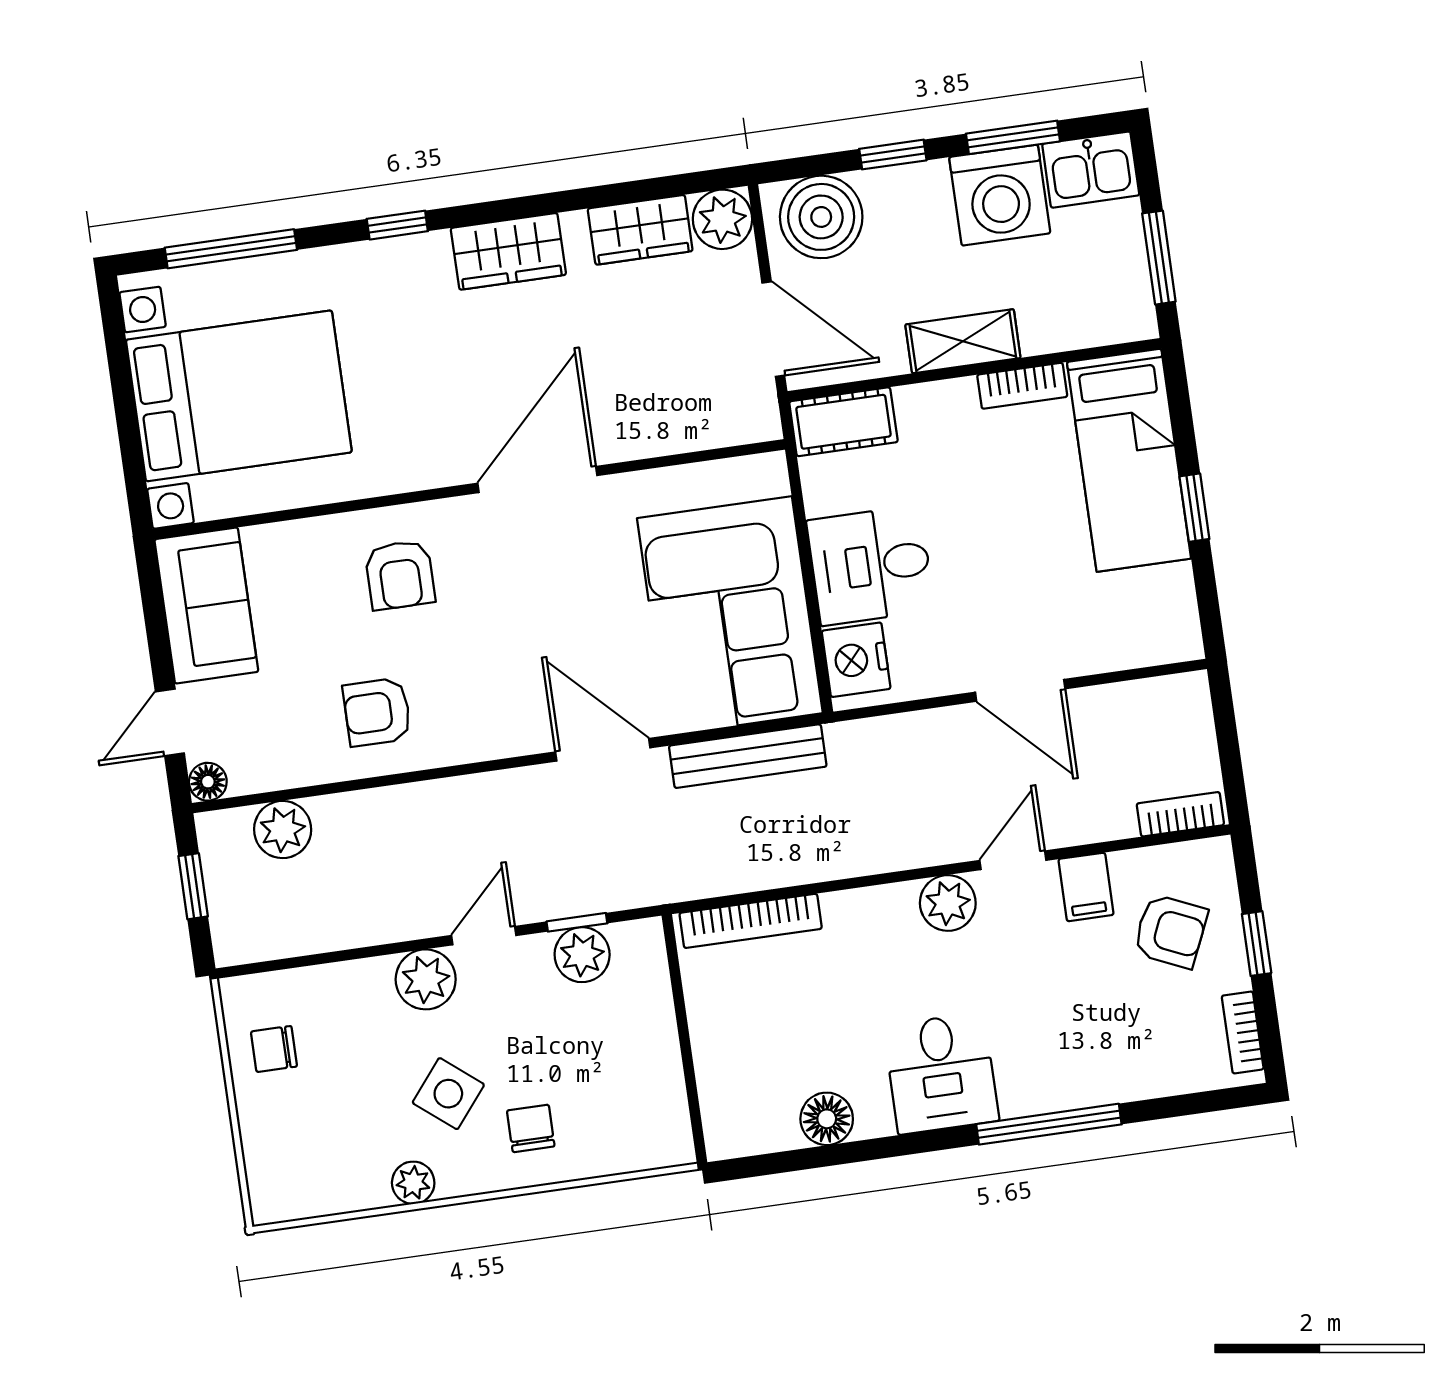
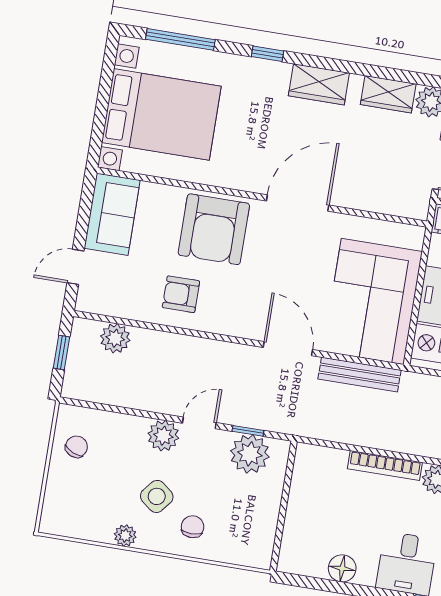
armchair: (400, 575) -> (214, 229), width x1.88, depth x1.88
floor lamp: (208, 782) -> (85, 303), removed
bookcase: (751, 921) -> (385, 466), moved
plant: (582, 955) -> (250, 454), width x1.36, depth x1.36
chair: (274, 1049) -> (76, 447), turned 114

